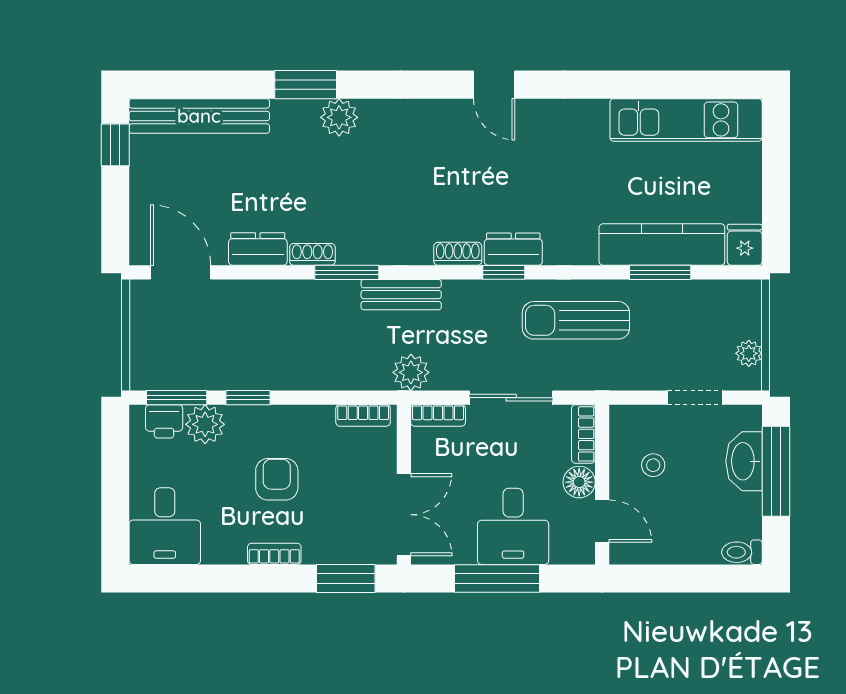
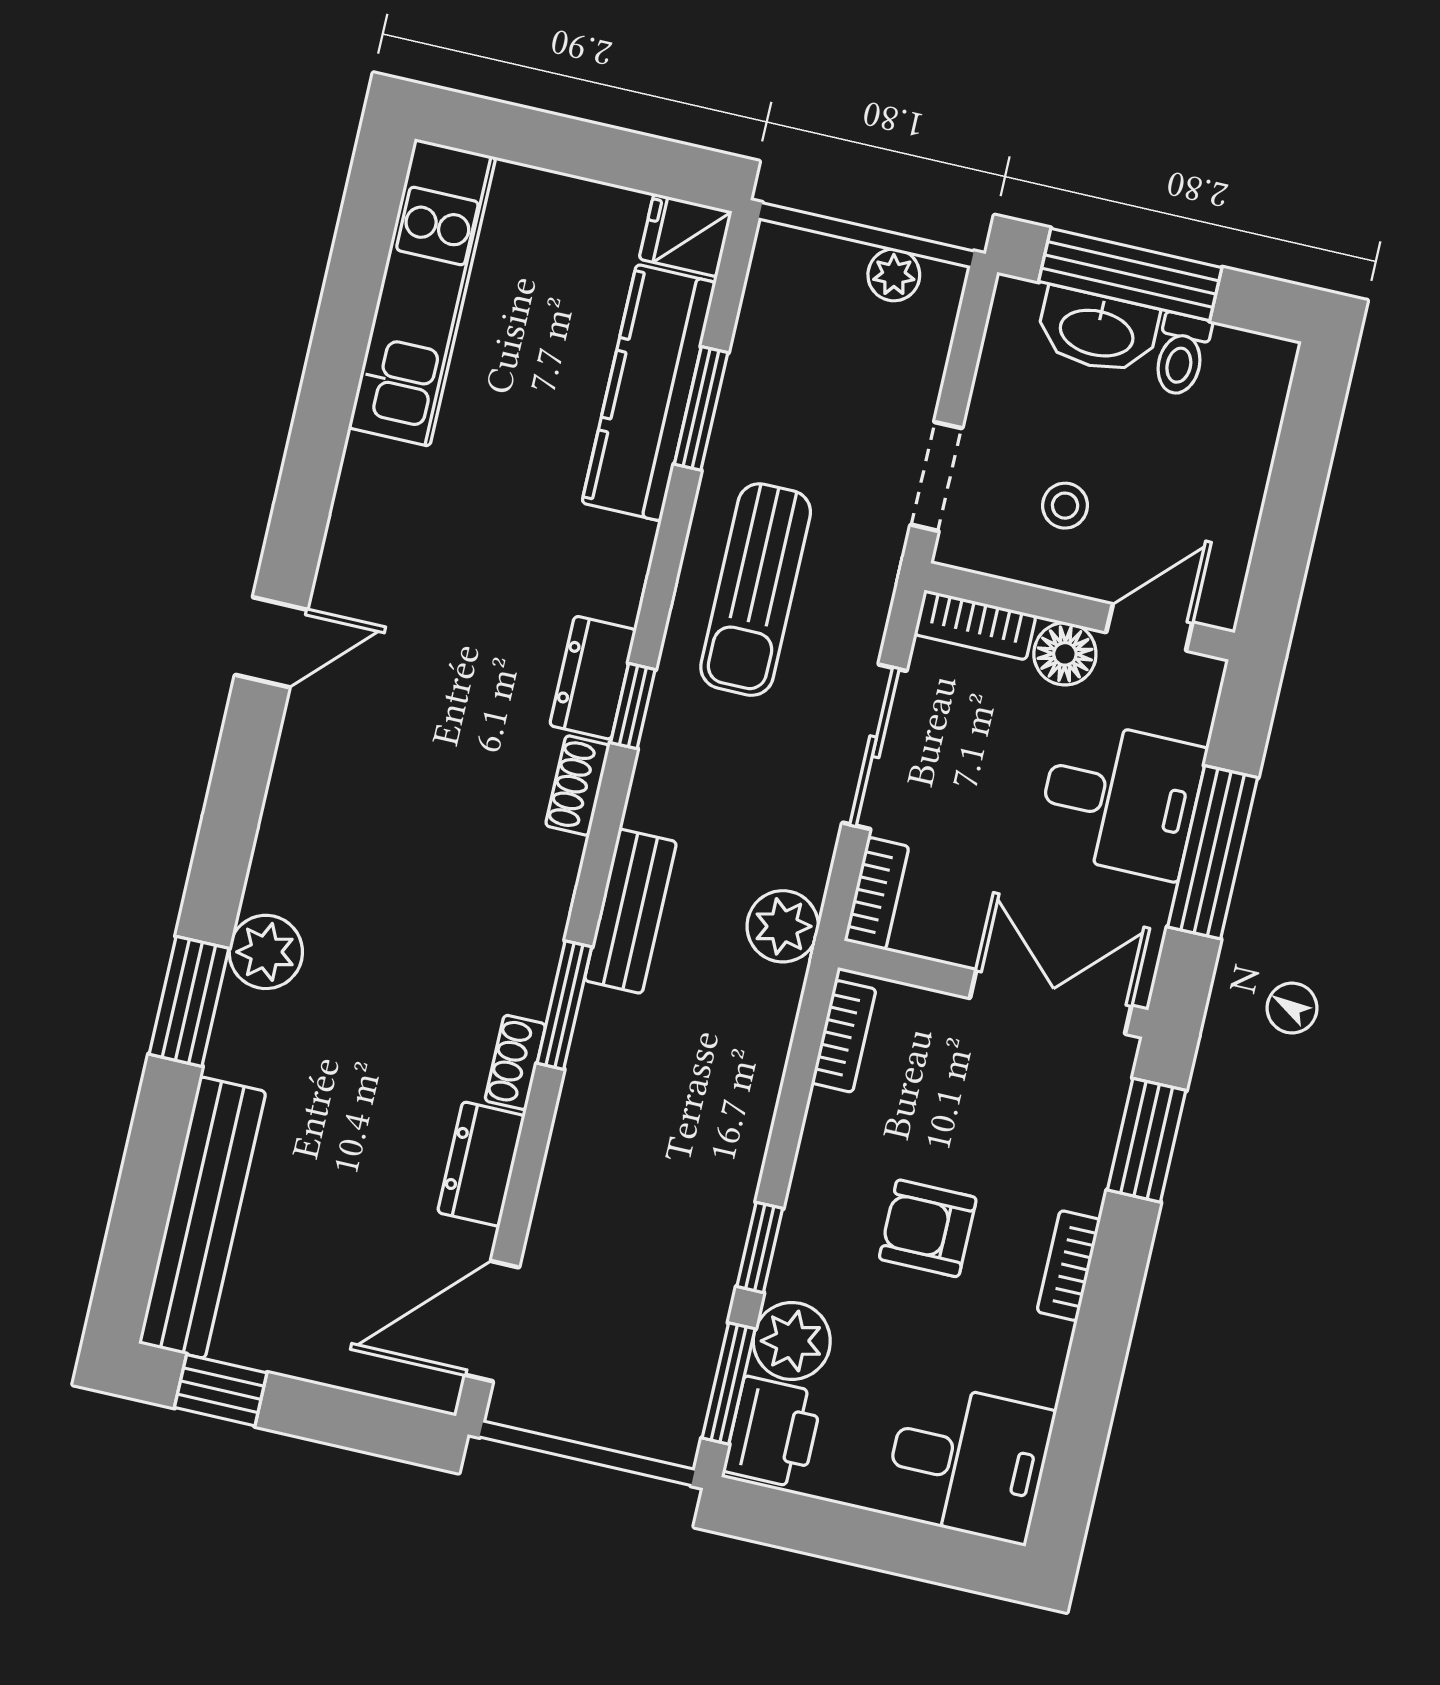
doorway: (695, 398) -> (936, 476), moved
printer: (164, 421) -> (773, 1432), width x1.36, depth x1.24
toilet: (742, 552) -> (1181, 354), moved

